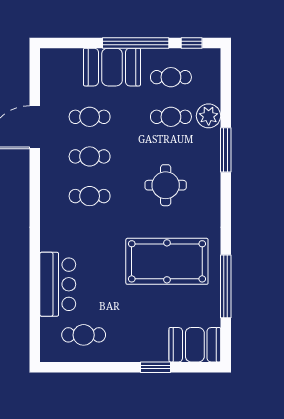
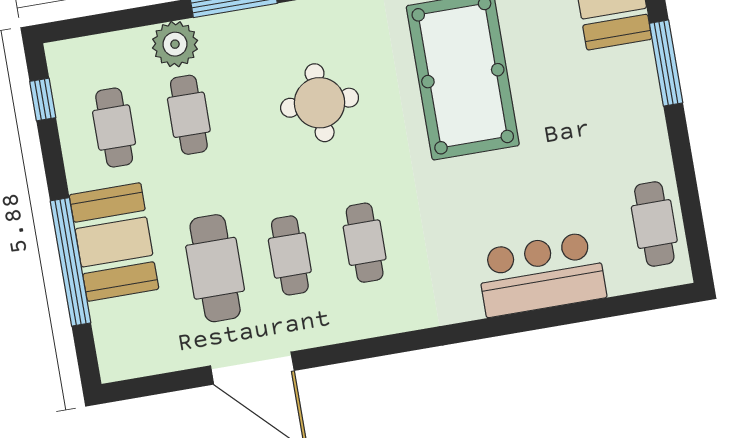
window: (136, 43) -> (71, 262), moved
cafe table: (90, 117) -> (215, 268), width x1.37, depth x1.35
cafe table: (84, 335) -> (654, 224), moved
window: (156, 367) -> (666, 63), width x1.44

